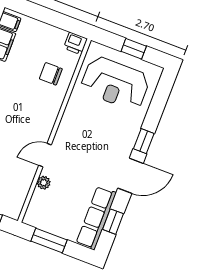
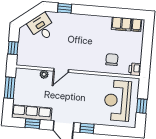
door: (45, 155) -> (61, 70), swing flipped

